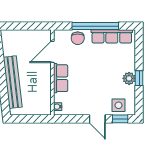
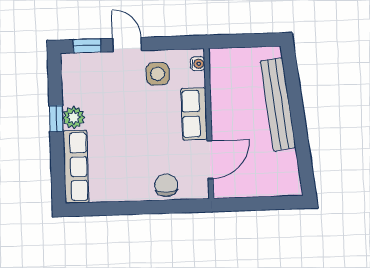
window: (95, 26) -> (136, 208), removed
row of seats: (112, 36) -> (76, 167), moved, turned 90
side table: (119, 105) -> (158, 74), moved

